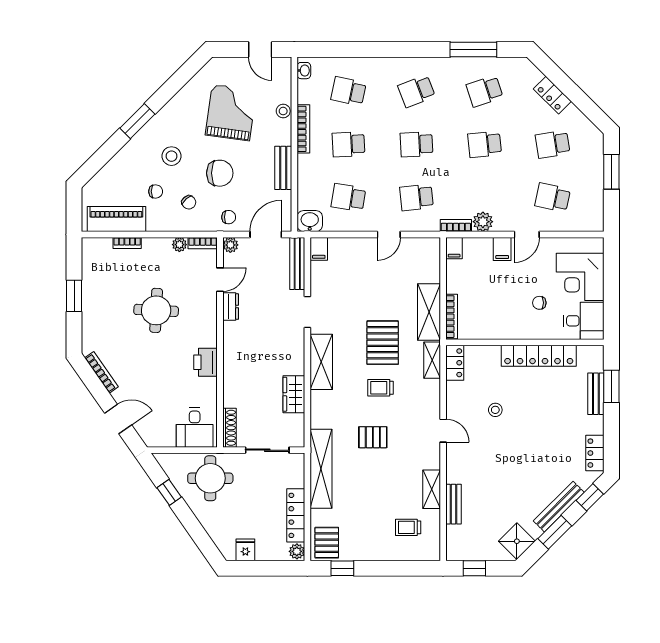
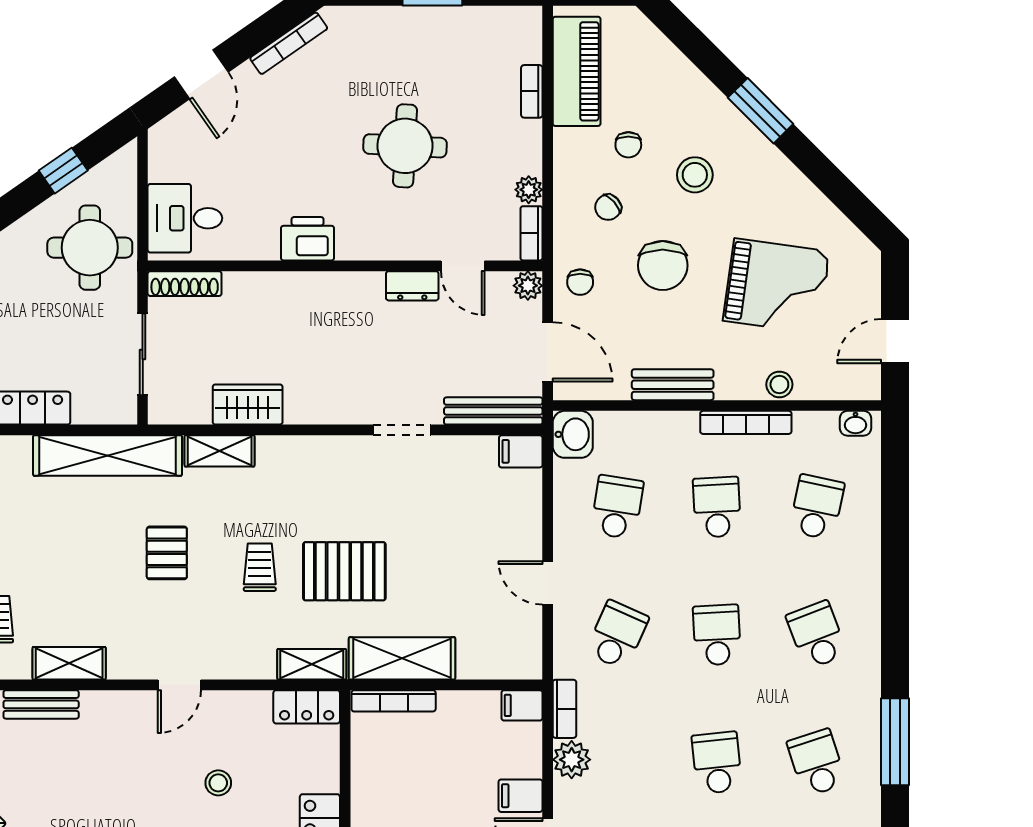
school desk: (417, 197) -> (617, 635), turned 30
shelving: (321, 362) -> (220, 451), moved, width x0.67, depth x0.75

